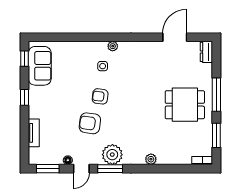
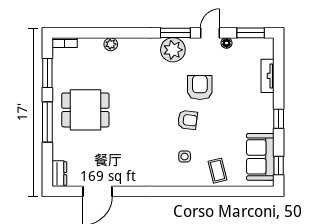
plant: (113, 46) -> (172, 180), removed
coffee table: (75, 54) -> (218, 171), added
armchair: (90, 123) -> (200, 88), turned -98
plant: (151, 159) -> (111, 44), moved

